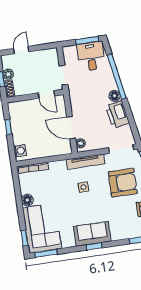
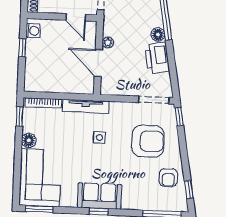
plant: (81, 143) -> (108, 43), moved
washing machine: (20, 151) -> (33, 31), moved
tv unit: (86, 162) -> (86, 106), moved
window: (24, 238) -> (20, 117), moved

